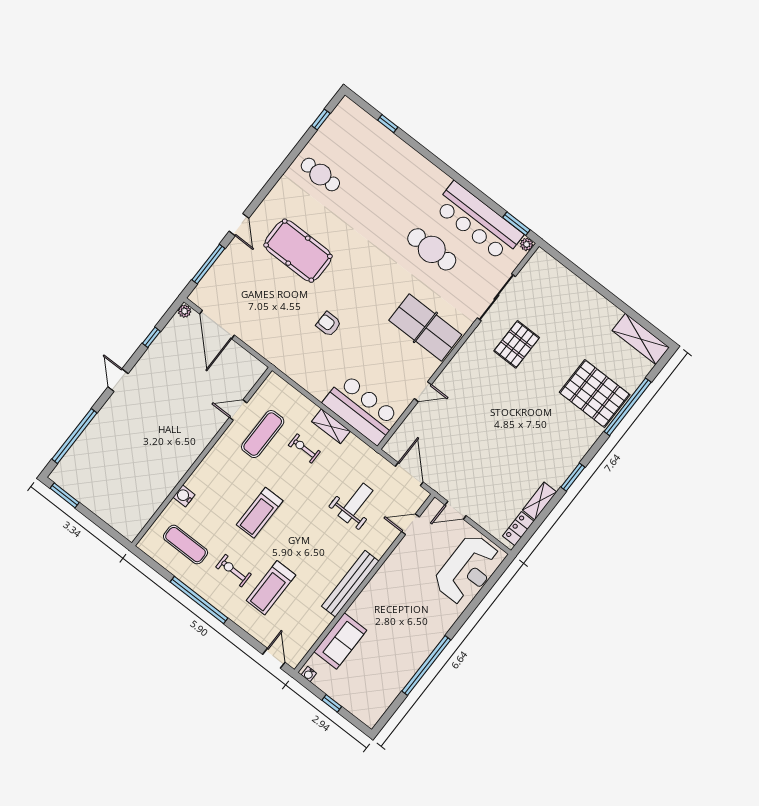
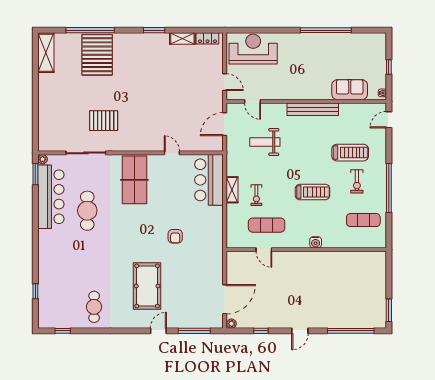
water cooler: (184, 496) -> (316, 242), moved
exercise mat: (186, 545) -> (363, 220), turned 90

